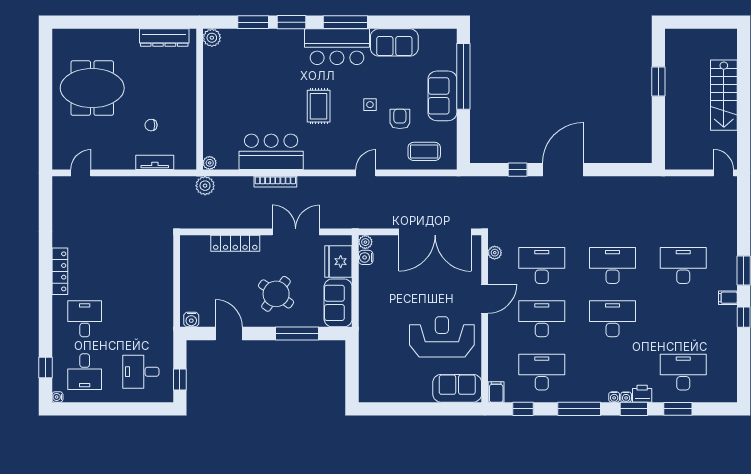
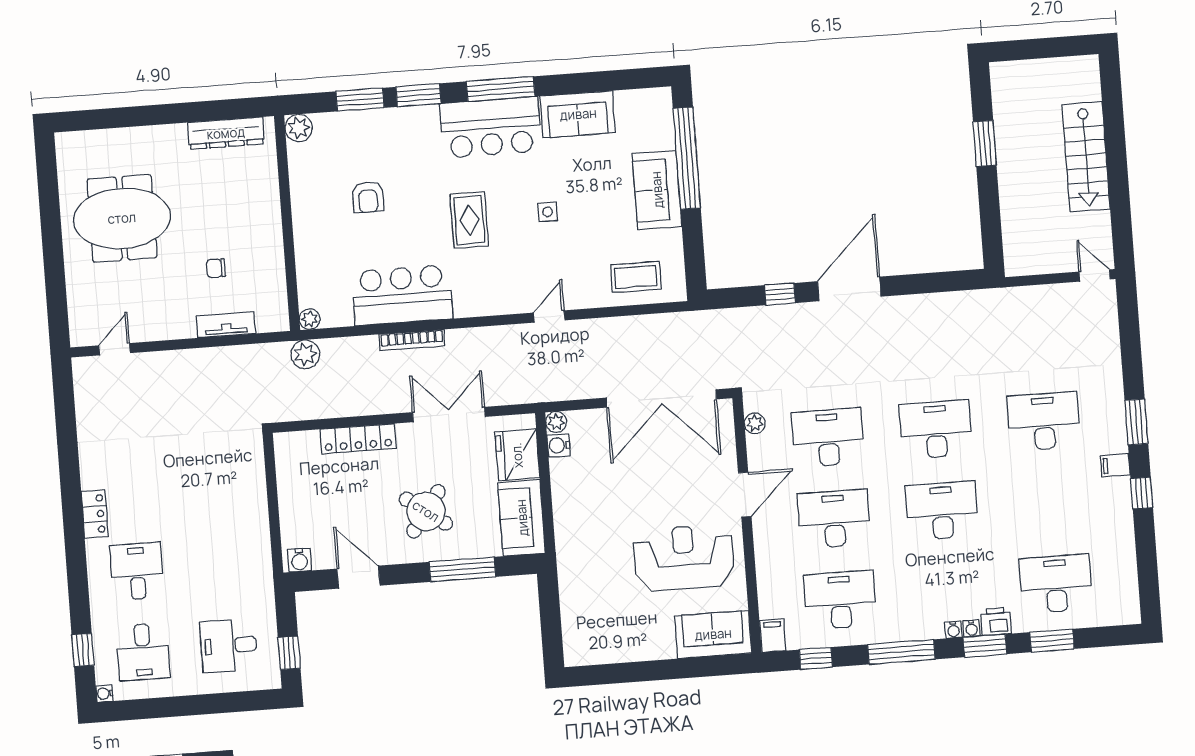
armchair: (400, 119) -> (368, 197), moved, turned 180
locker: (60, 271) -> (95, 514), width x0.66

